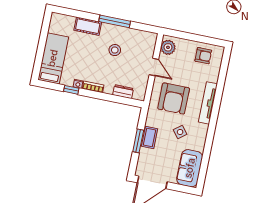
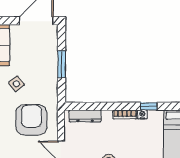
dresser: (123, 92) -> (85, 116), width x1.44
coffee table: (150, 137) -> (50, 71), removed

